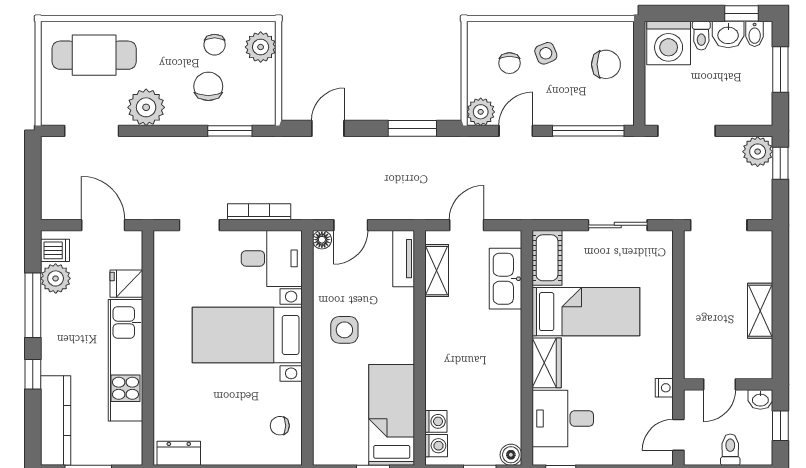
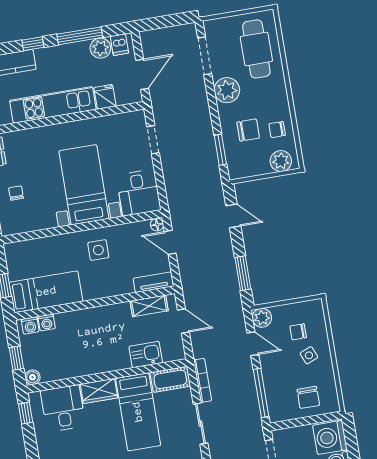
bookcase: (259, 212) -> (203, 380), moved
kitchen sink: (506, 279) -> (146, 355), width x0.73
chair: (280, 426) -> (16, 193), moved

